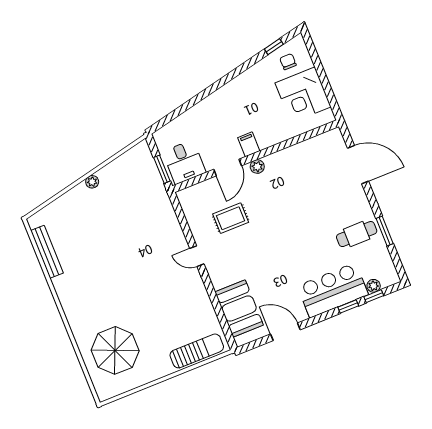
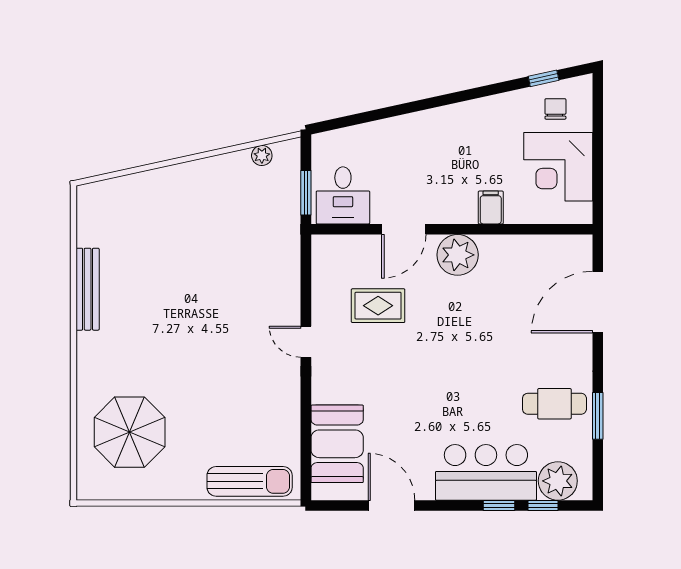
filing cabinet: (249, 144) -> (491, 207), moved
door: (358, 165) -> (598, 302), swing flipped
plant: (257, 167) -> (458, 255), width x1.88, depth x1.88
plant: (92, 182) -> (262, 156), moved
bench: (47, 252) -> (88, 289), moved
plant: (374, 286) -> (558, 481), width x1.87, depth x1.87

